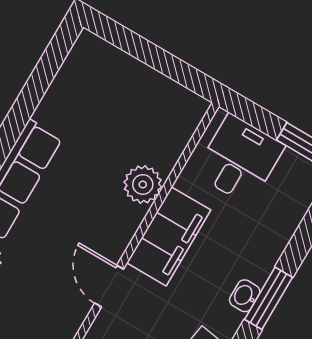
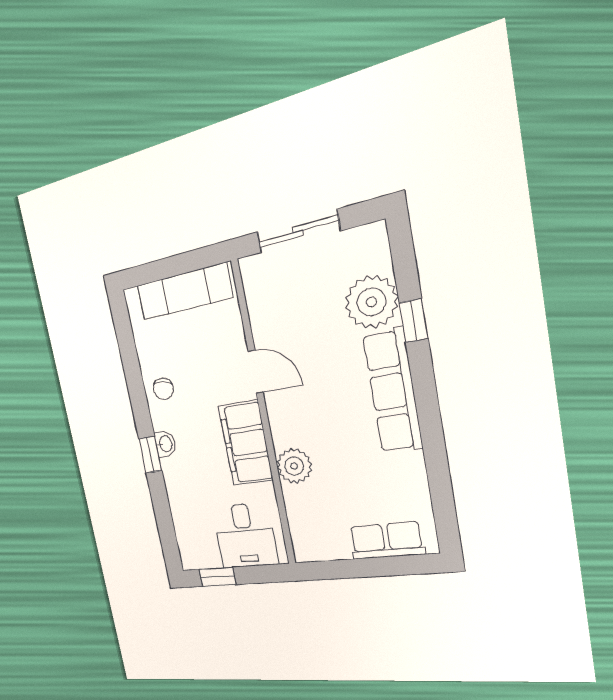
row of seats: (118, 67) -> (386, 541), added
window: (269, 298) -> (150, 455), width x0.67

